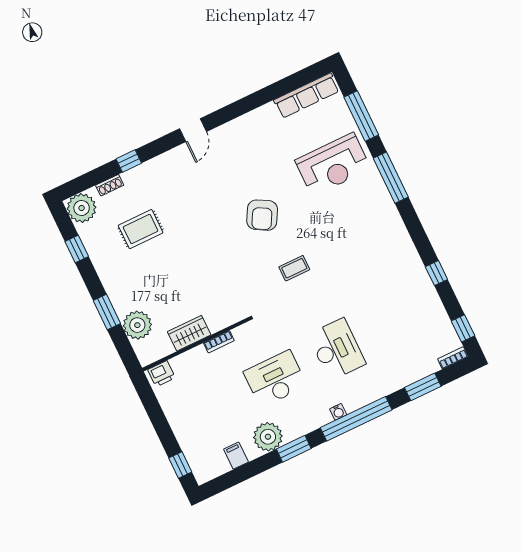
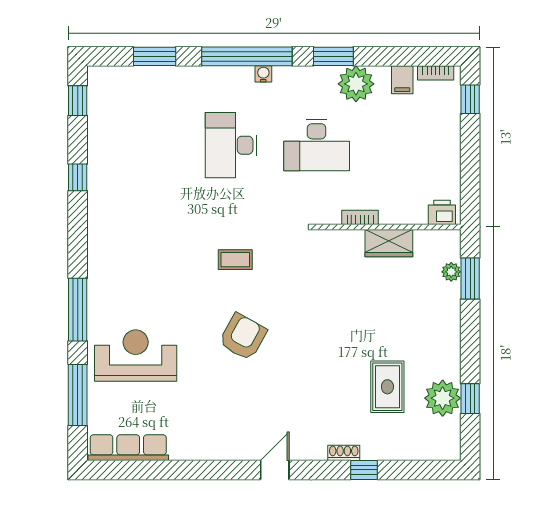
shoe rack: (110, 185) -> (344, 453), moved
plant: (82, 208) -> (443, 398), moved
rug: (141, 229) -> (387, 387), turned 90
window: (107, 312) -> (470, 279), moved
plant: (137, 325) -> (451, 272), width x0.53, depth x0.53
bookcase: (453, 358) -> (436, 73), moved

